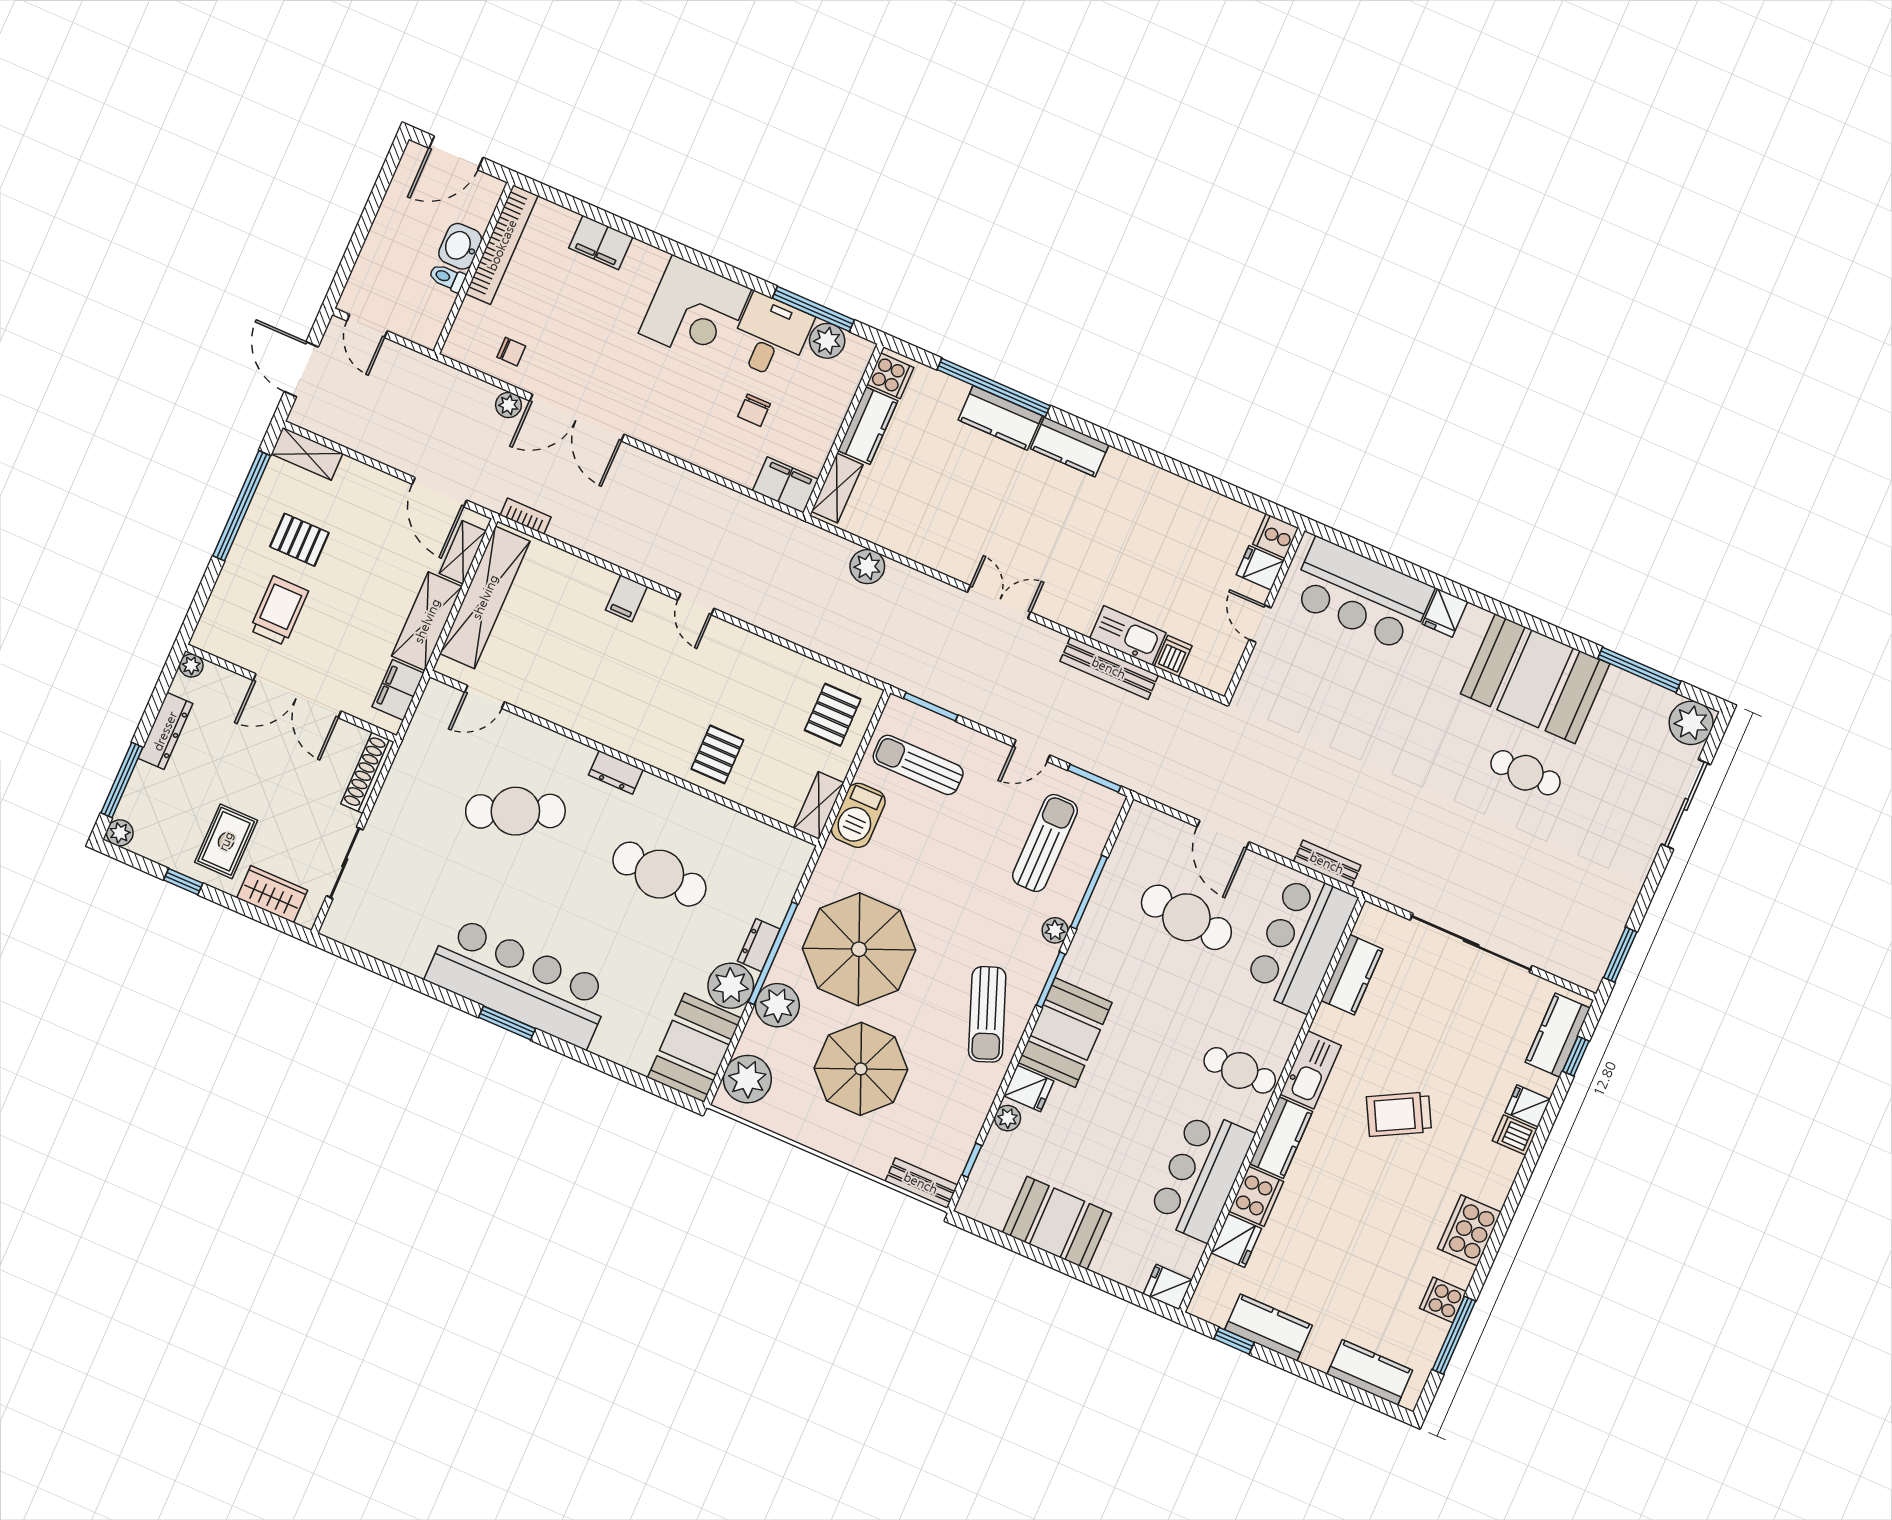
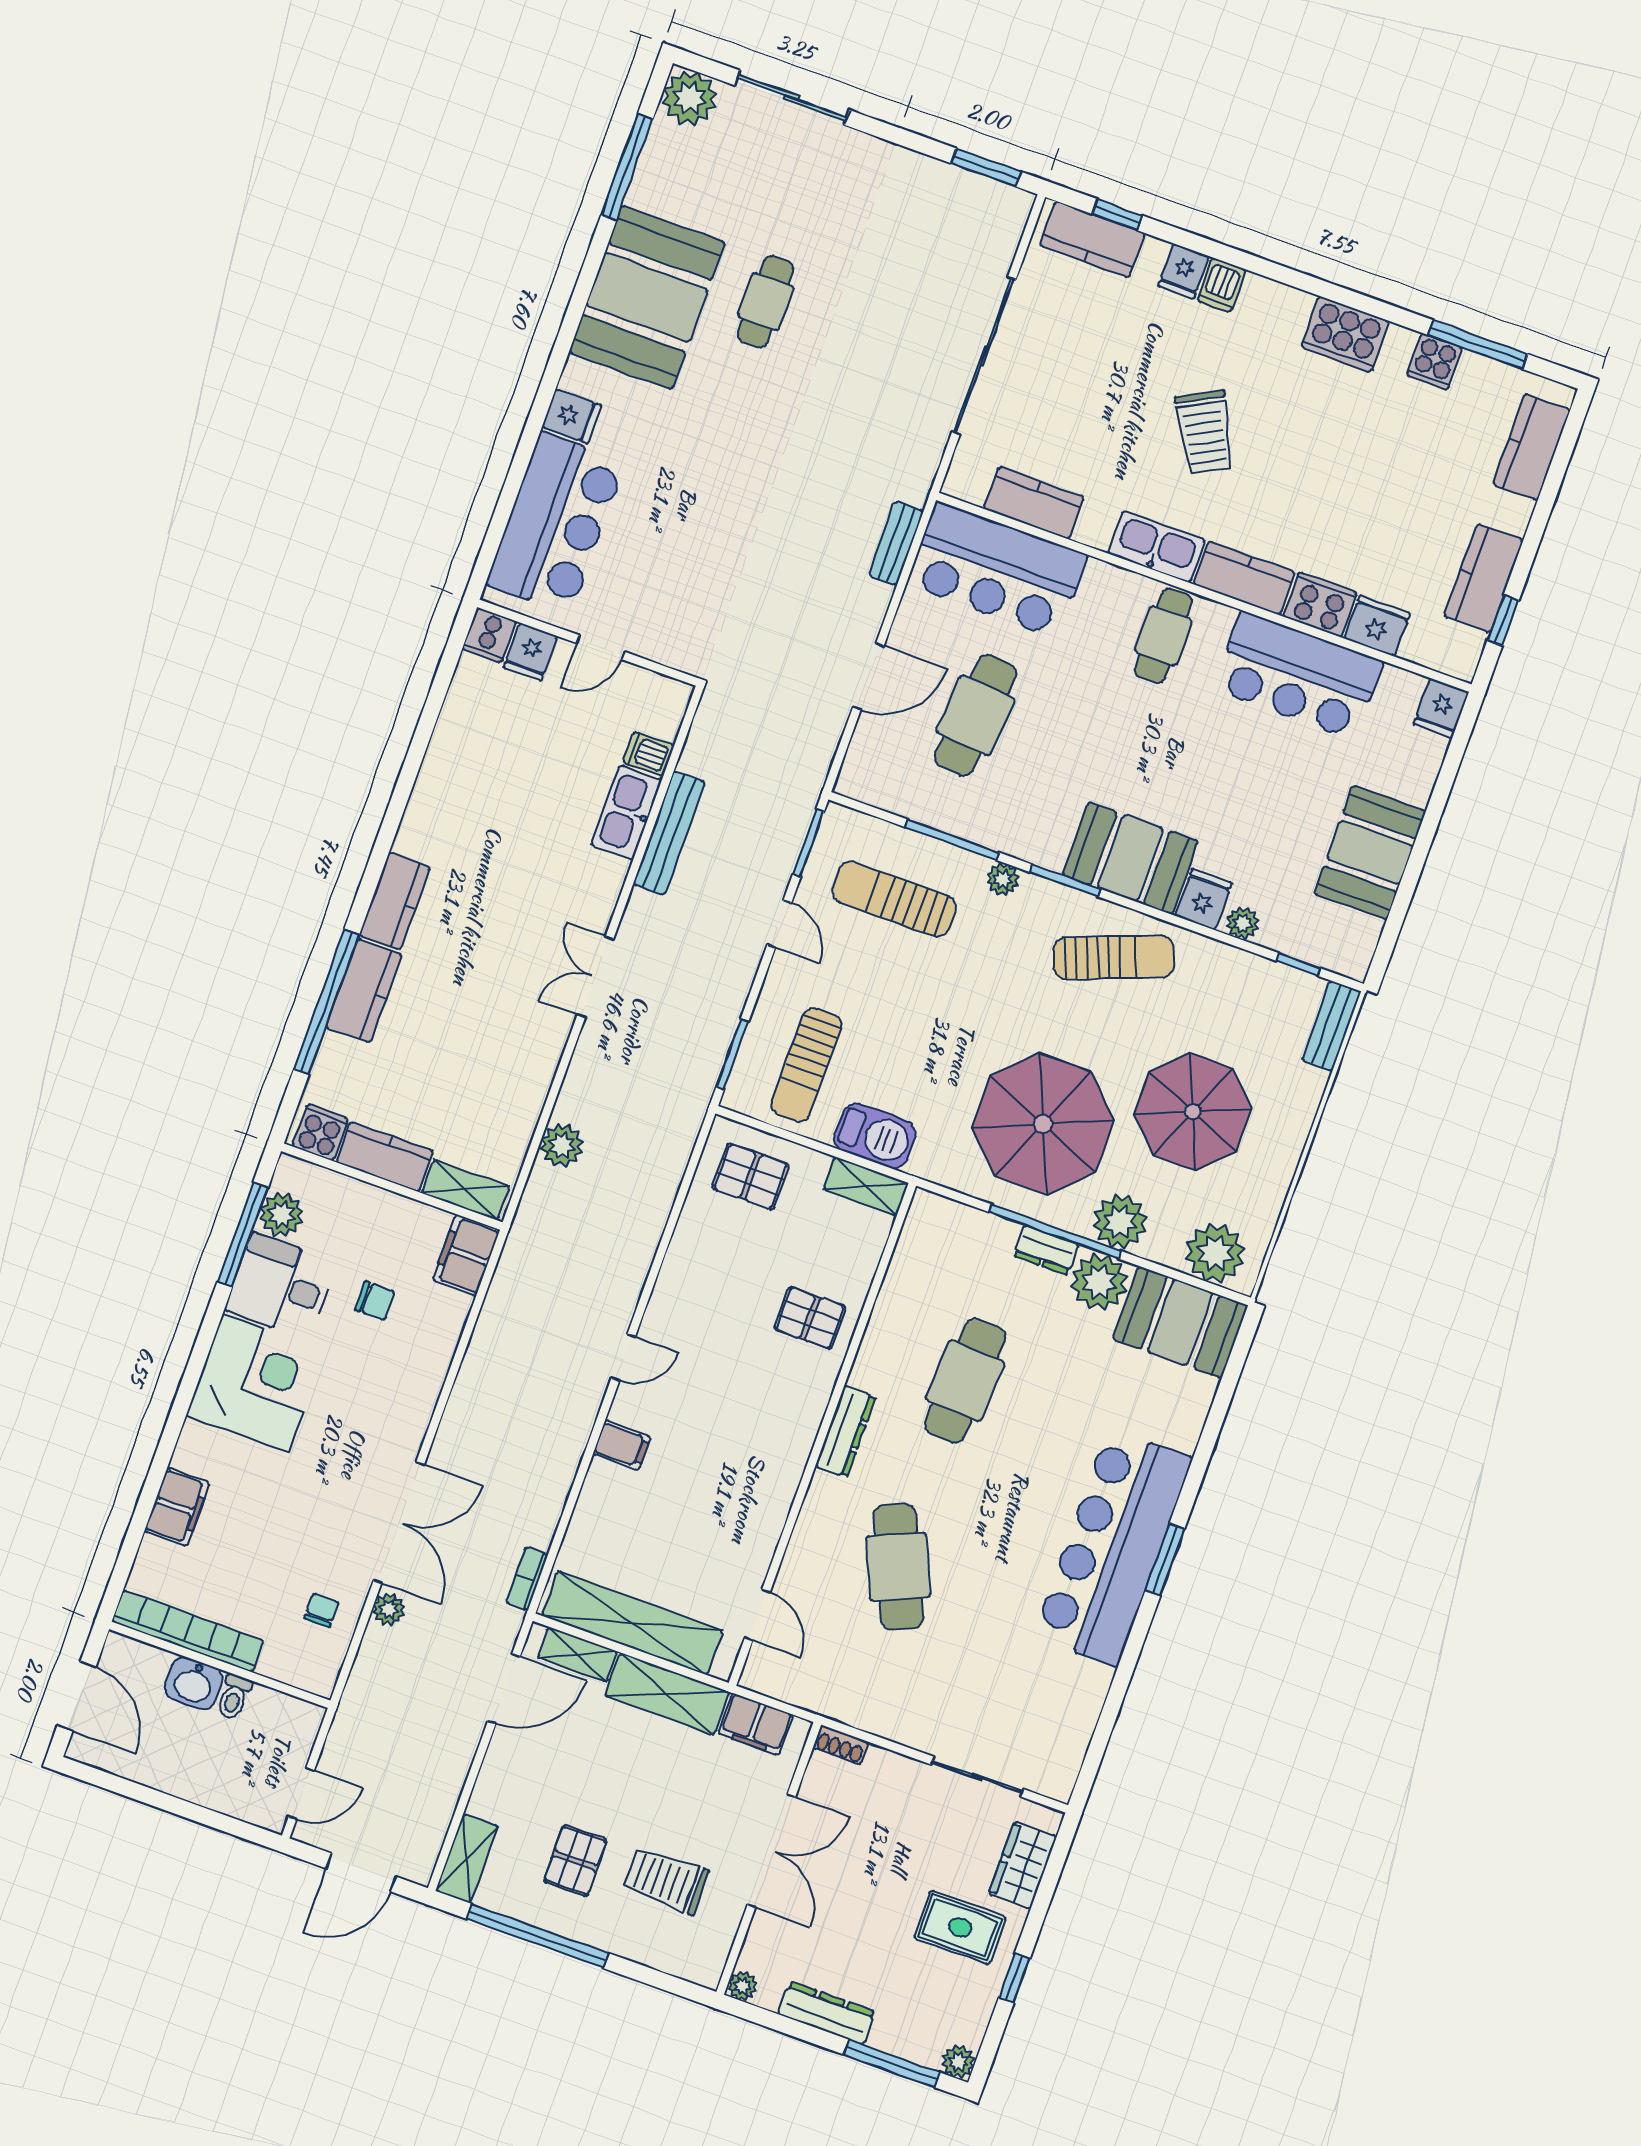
dresser: (616, 772) -> (846, 1432), width x1.44
shoe rack: (367, 773) -> (841, 1745), width x0.51, depth x0.81

